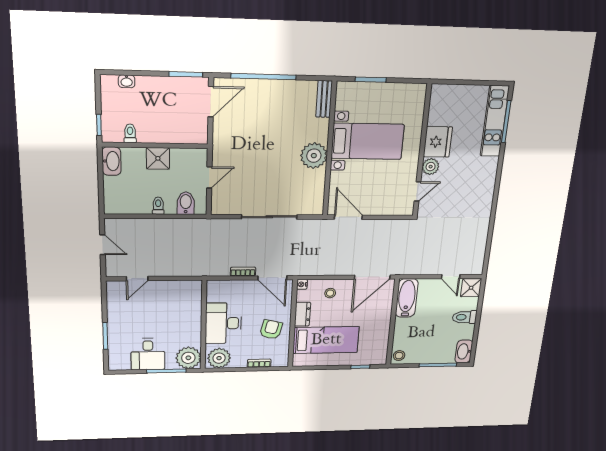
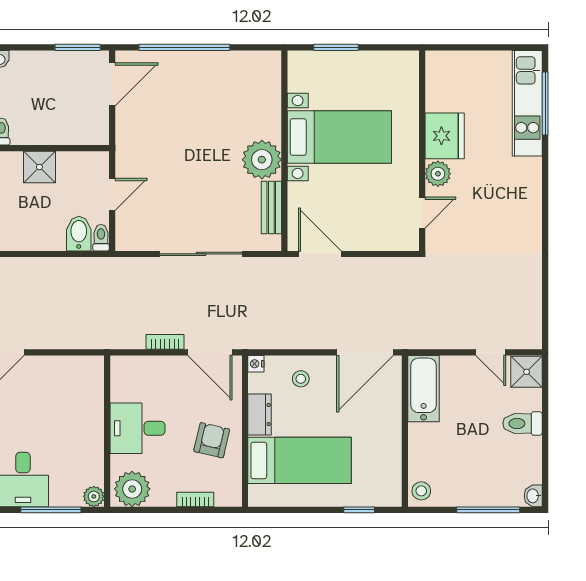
bench: (324, 99) -> (271, 207), moved
toilet: (158, 206) -> (101, 238), moved
desk: (223, 323) -> (138, 428), width x0.73
washbasin: (464, 351) -> (533, 496), width x0.52, depth x0.69
plant: (188, 358) -> (94, 496), width x0.53, depth x0.53

